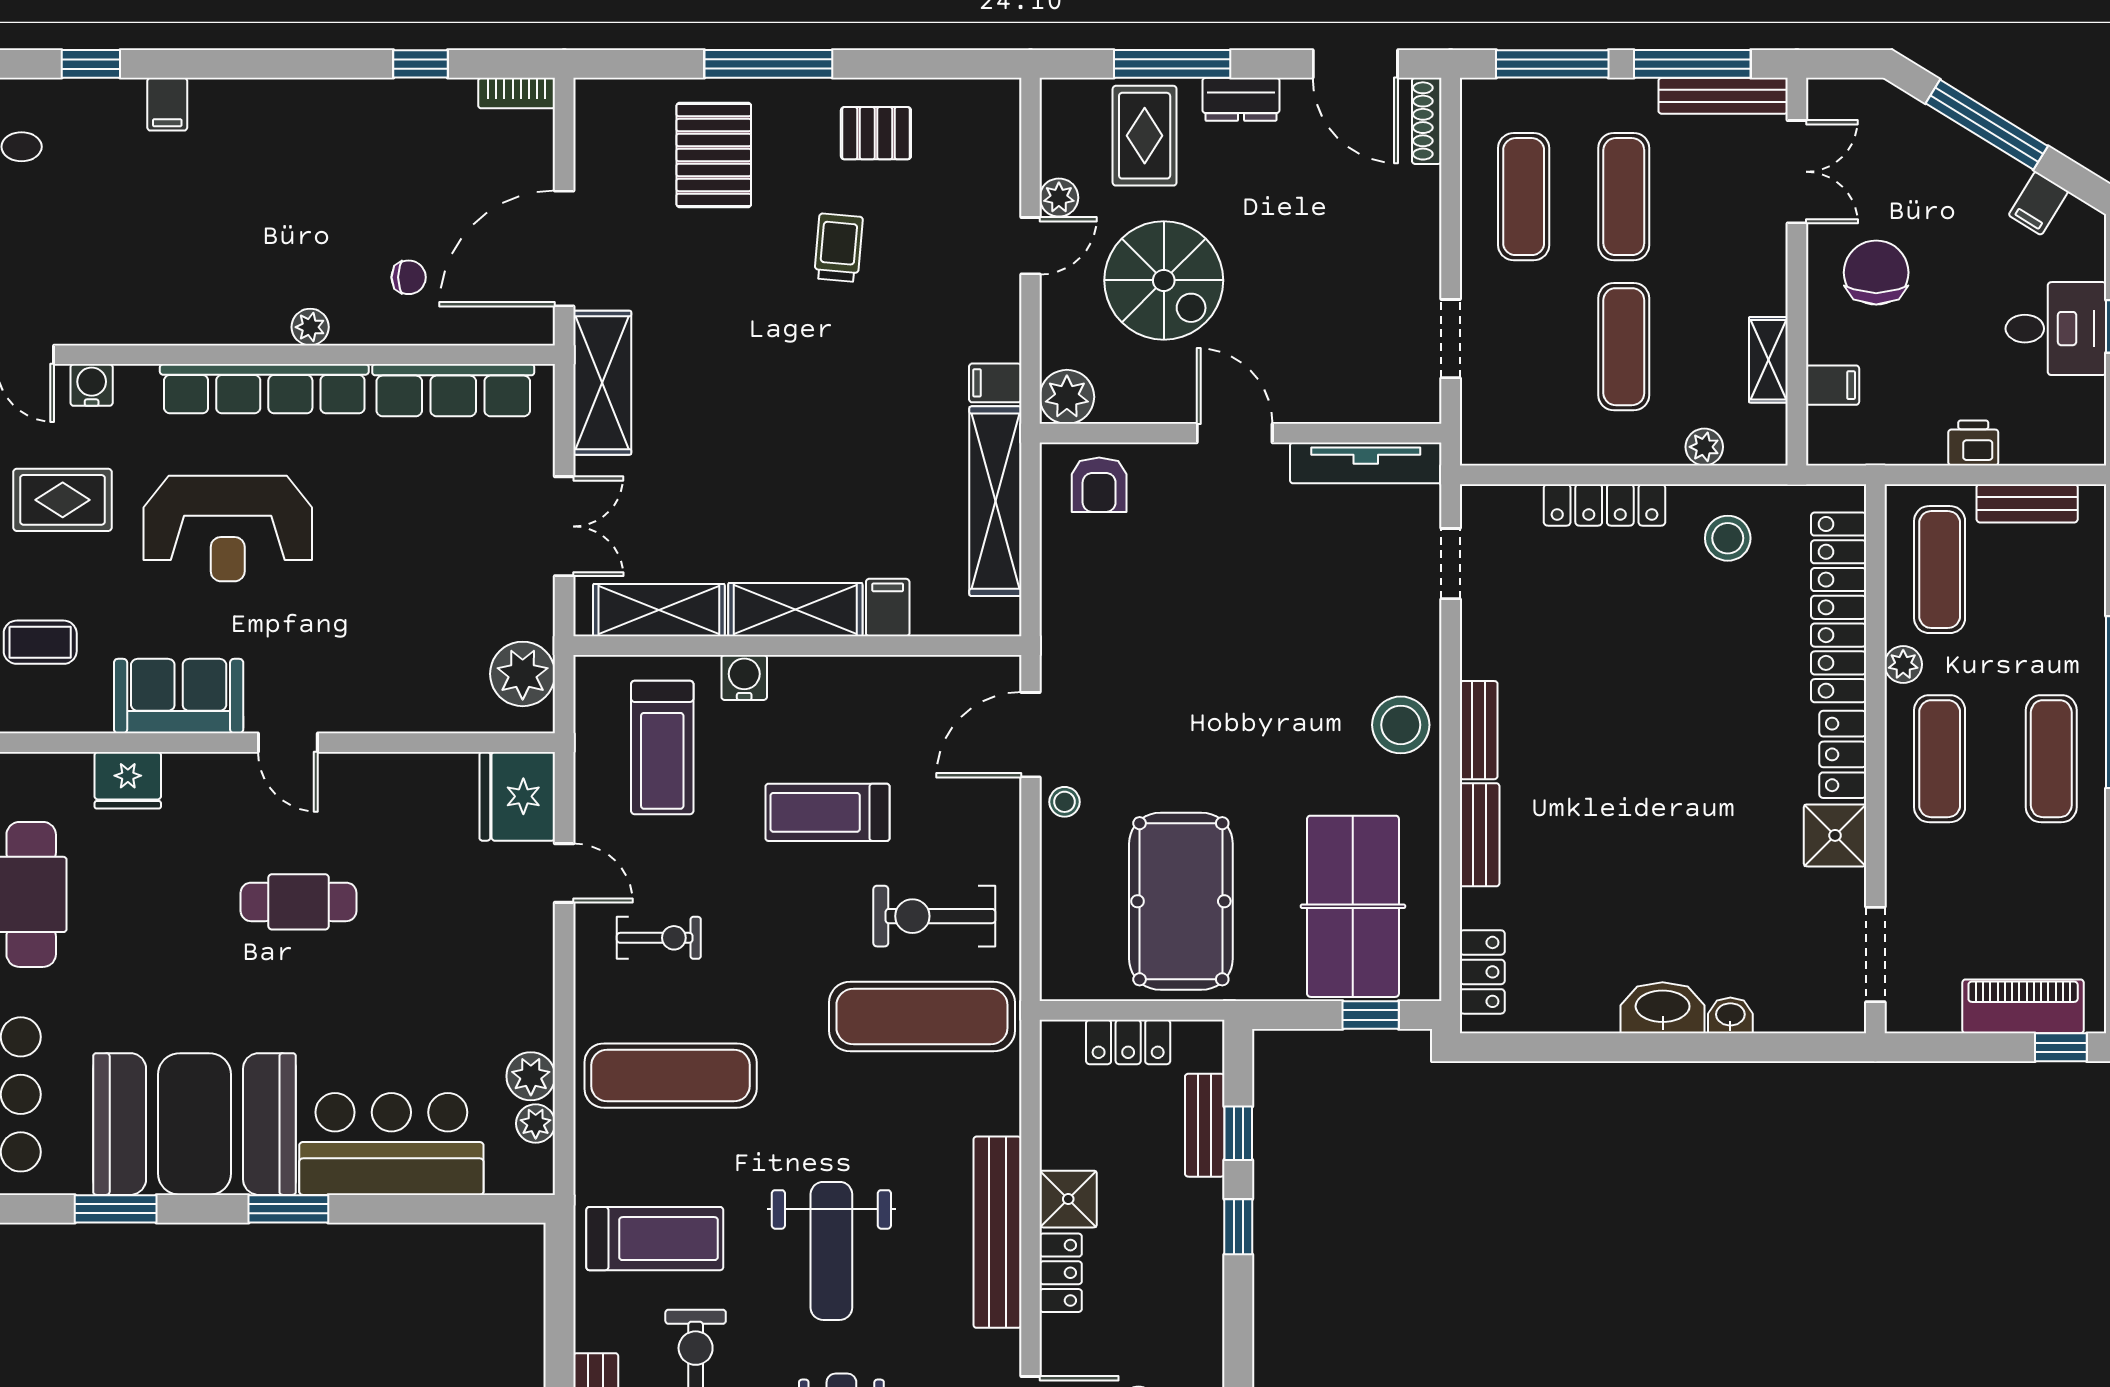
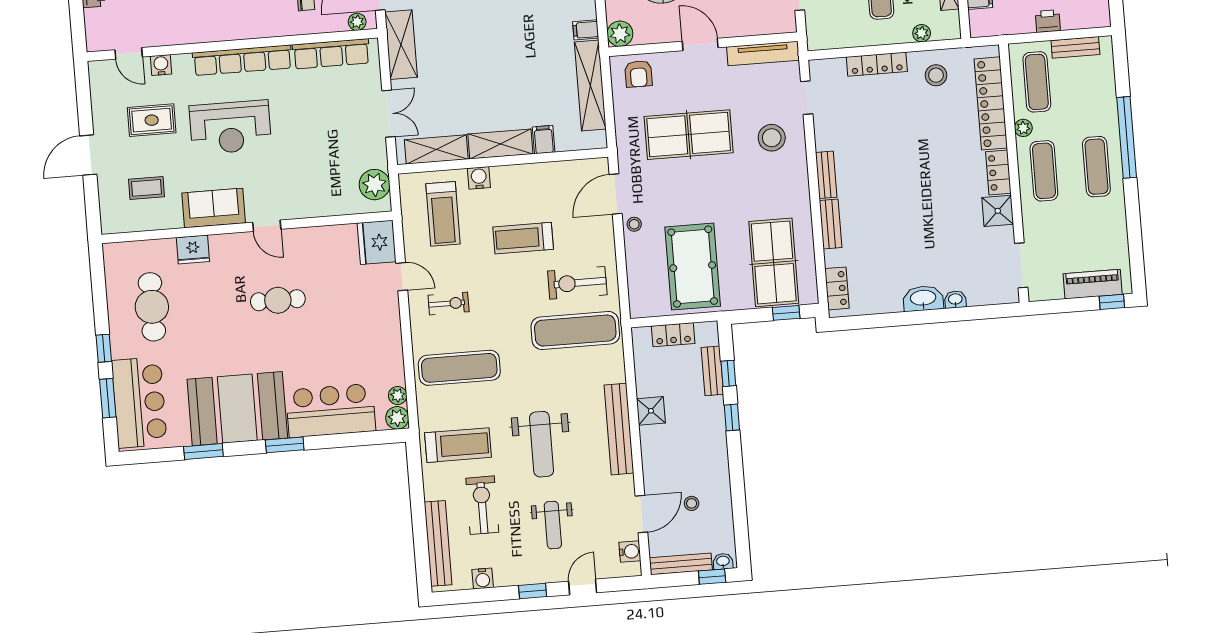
plant: (310, 327) -> (357, 22), moved
table tennis table: (1195, 622) -> (689, 135), added
stool: (1401, 725) -> (772, 138), moved
plant: (531, 1076) -> (397, 418), moved
locker: (1061, 1273) -> (650, 446), removed

